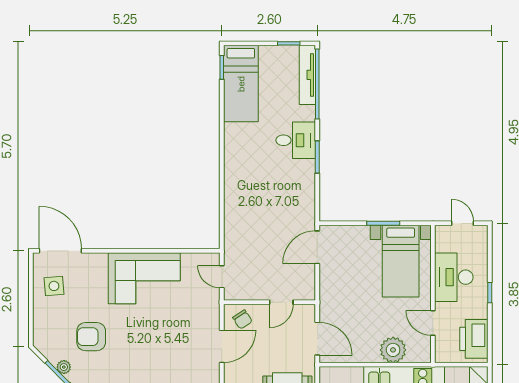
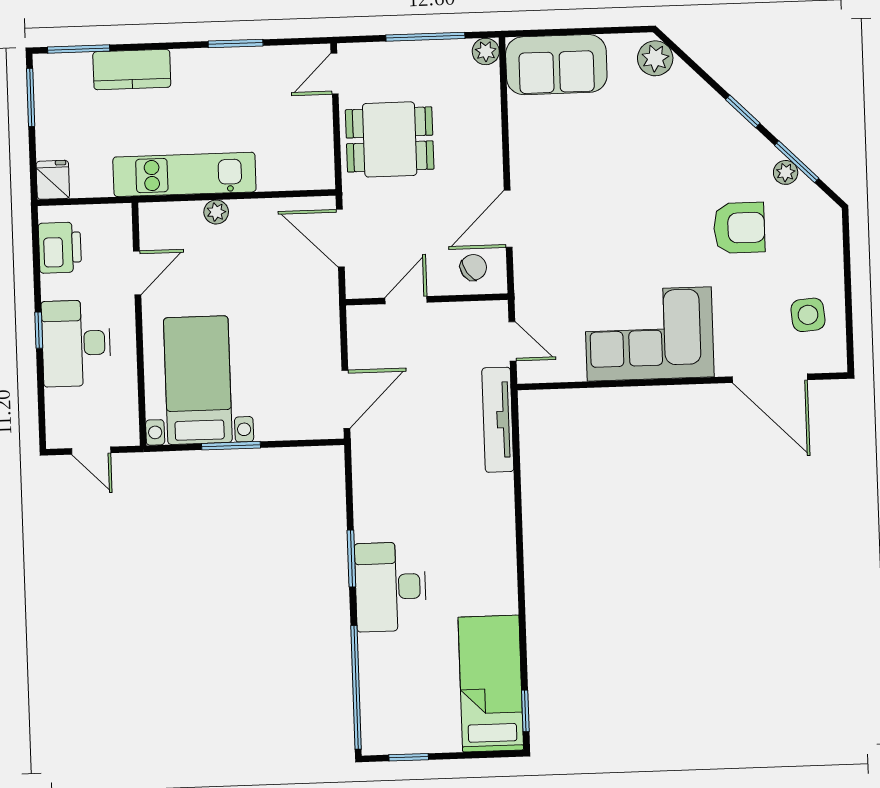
tv unit: (307, 75) -> (498, 420), moved, turned 180
desk: (296, 140) -> (391, 587), width x1.37
door: (60, 251) -> (770, 378), moved
desk: (454, 277) -> (76, 343), moved, turned 180
chair: (242, 319) -> (473, 267), turned 89
door: (433, 323) -> (137, 273), hinge flipped
printer: (474, 339) -> (60, 248), width x0.73, depth x0.84
plant: (393, 350) -> (216, 212), width x0.53, depth x0.53

